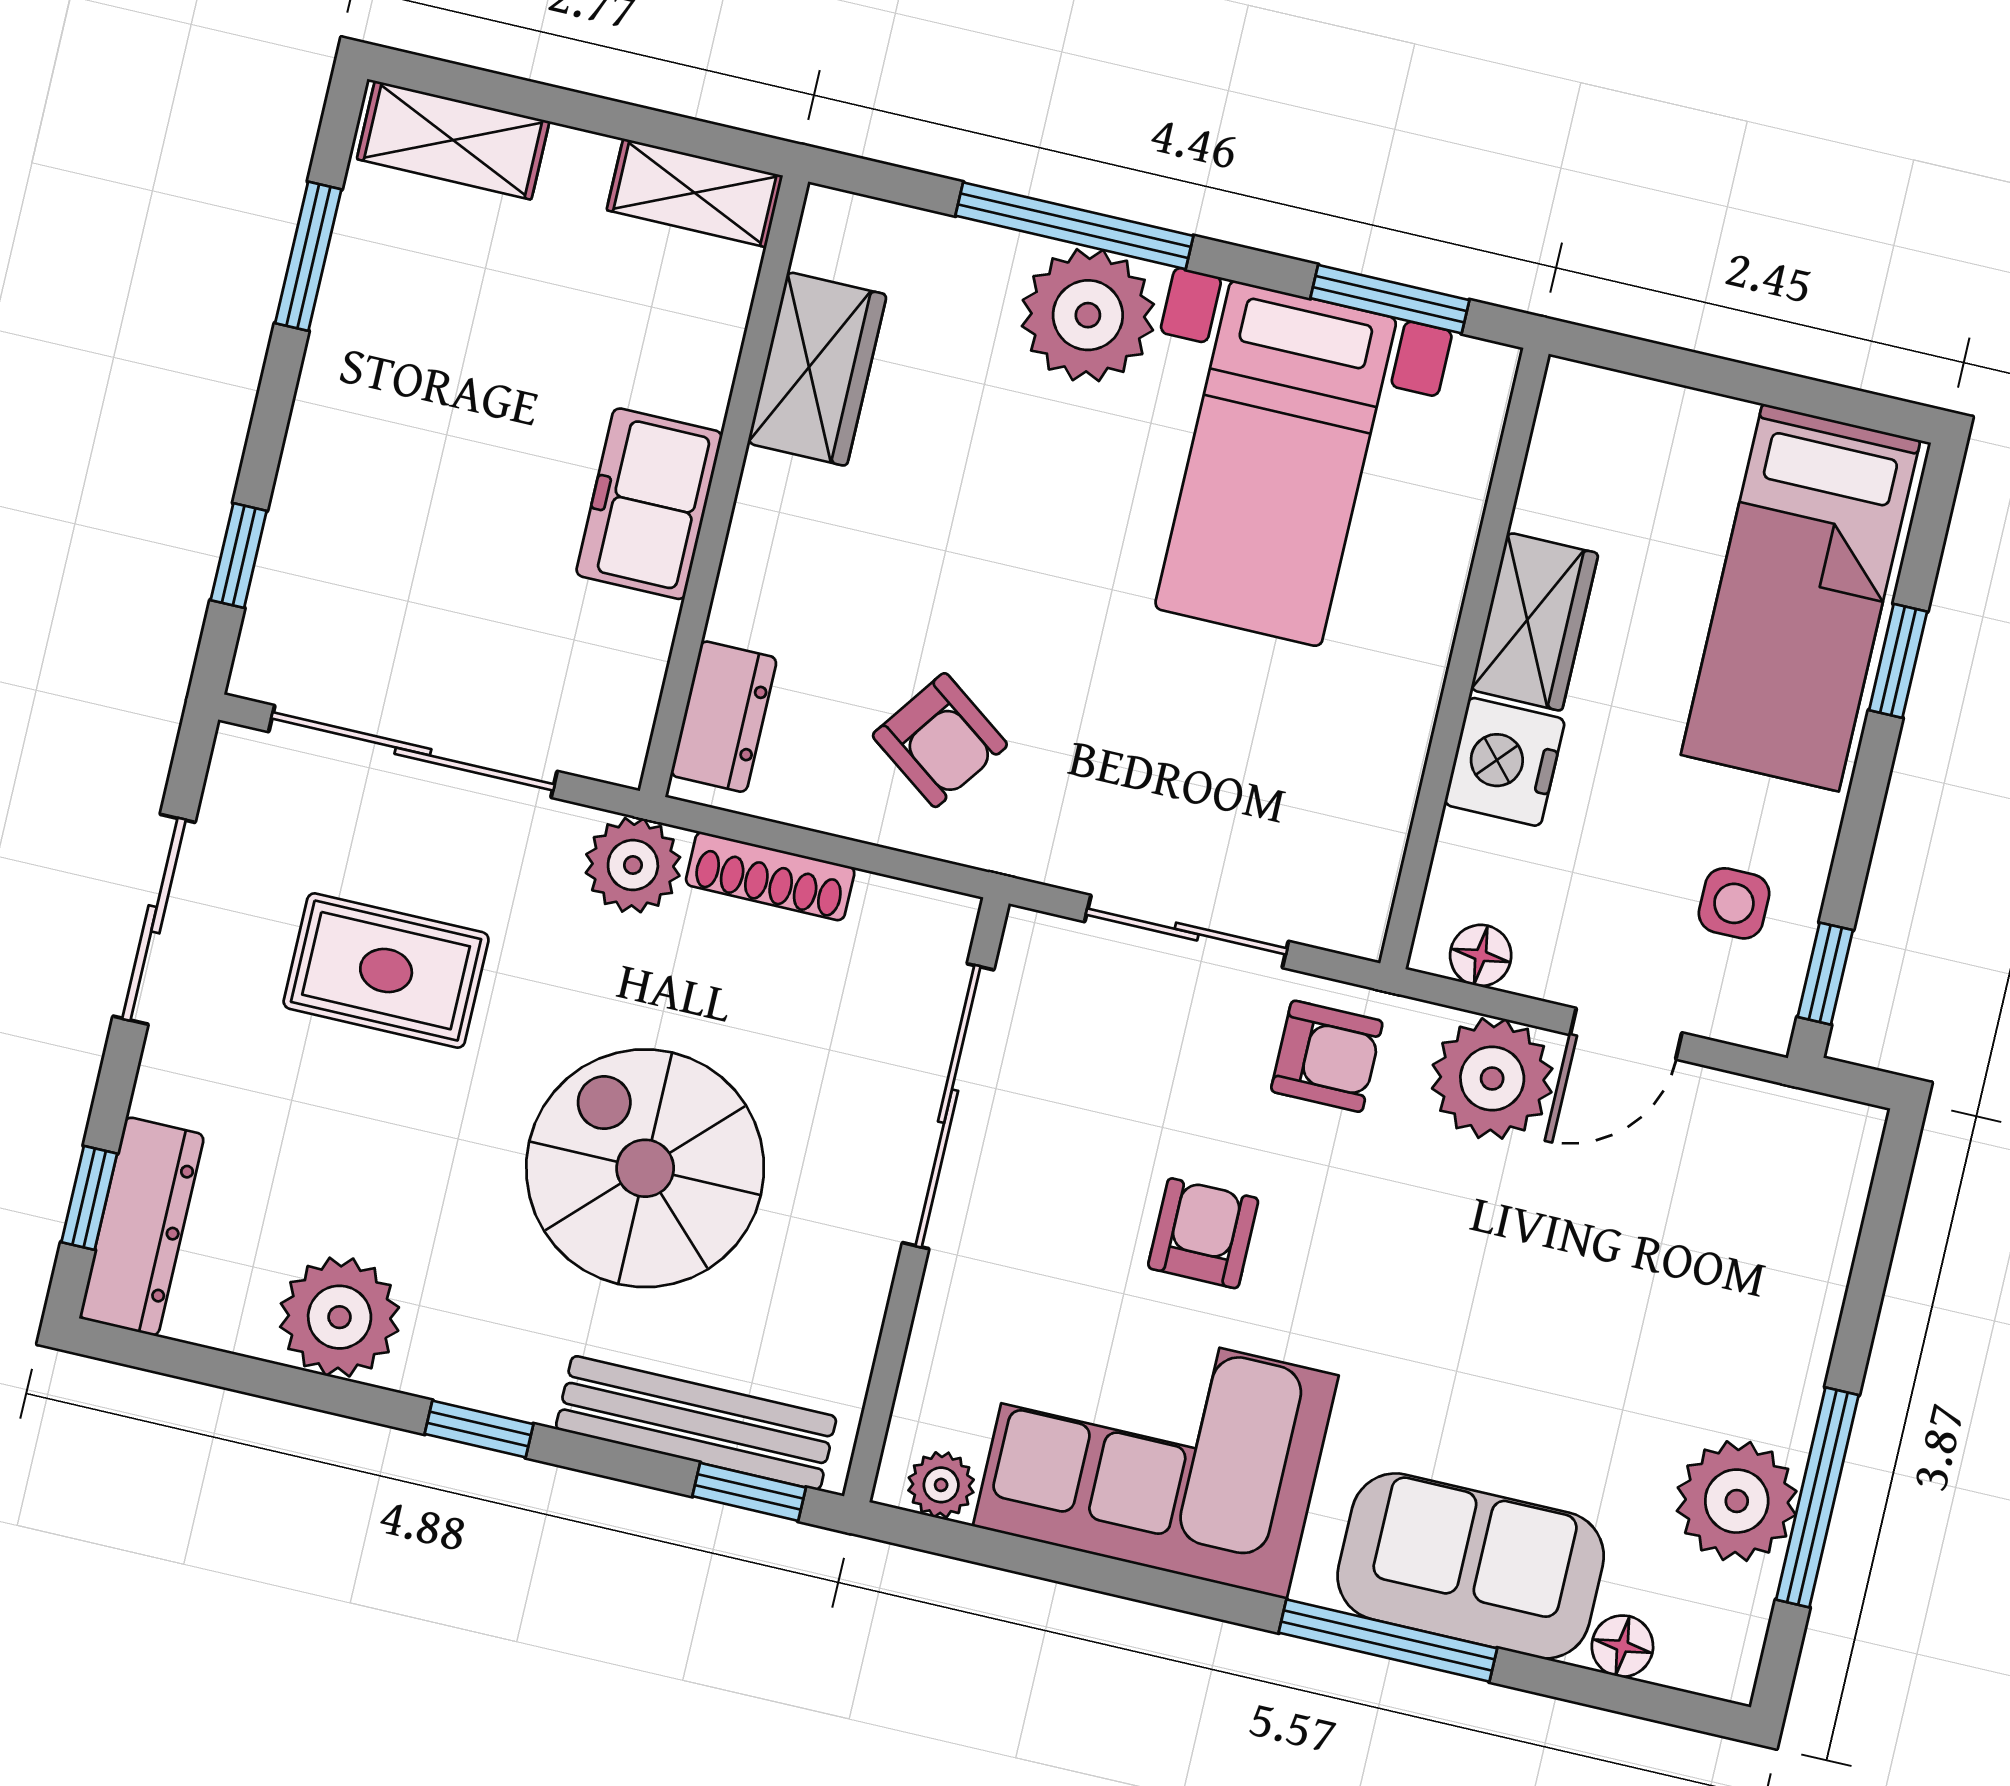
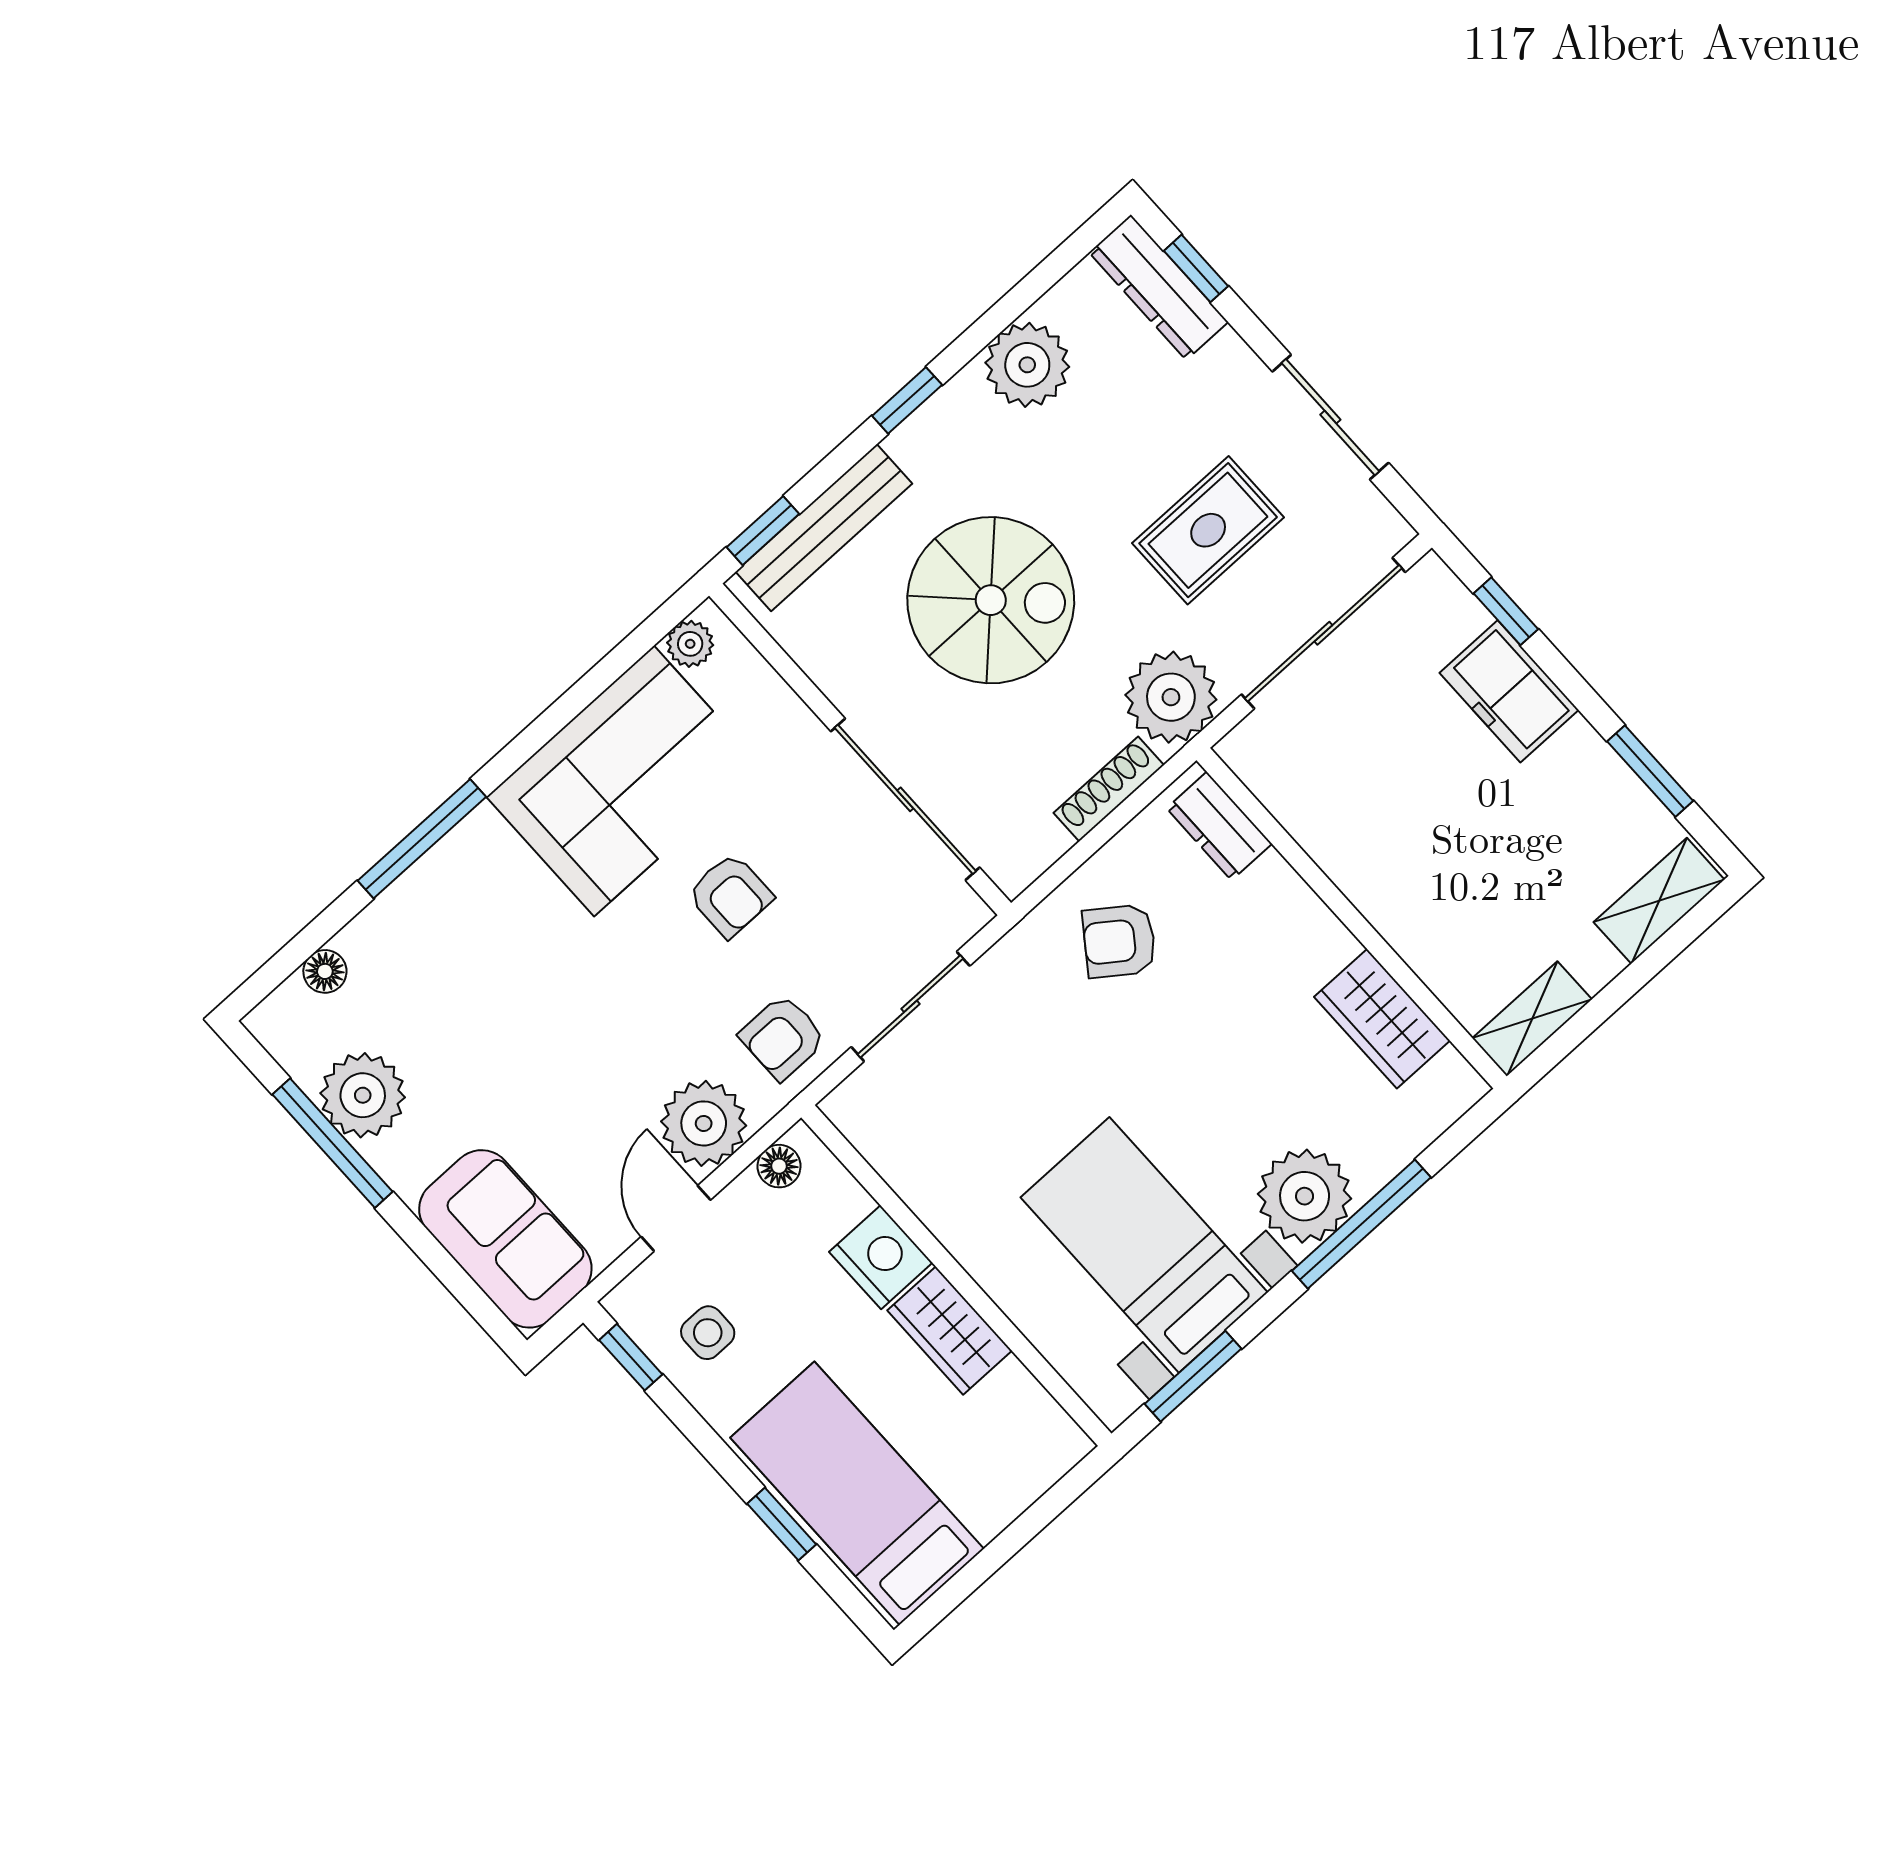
freezer: (649, 504) -> (1509, 691), moved, turned 180
plant: (633, 865) -> (1171, 697), width x1.36, depth x1.36
sofa: (1471, 1566) -> (505, 1239), moved, turned -90

